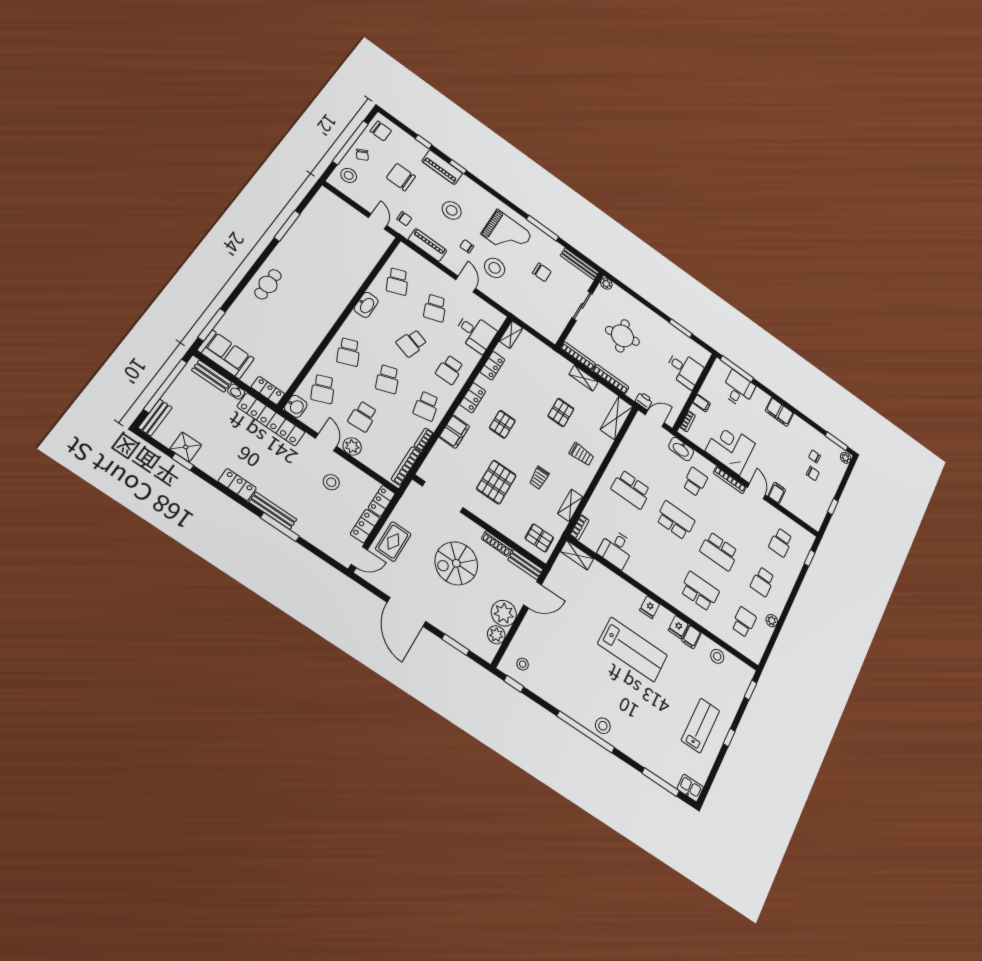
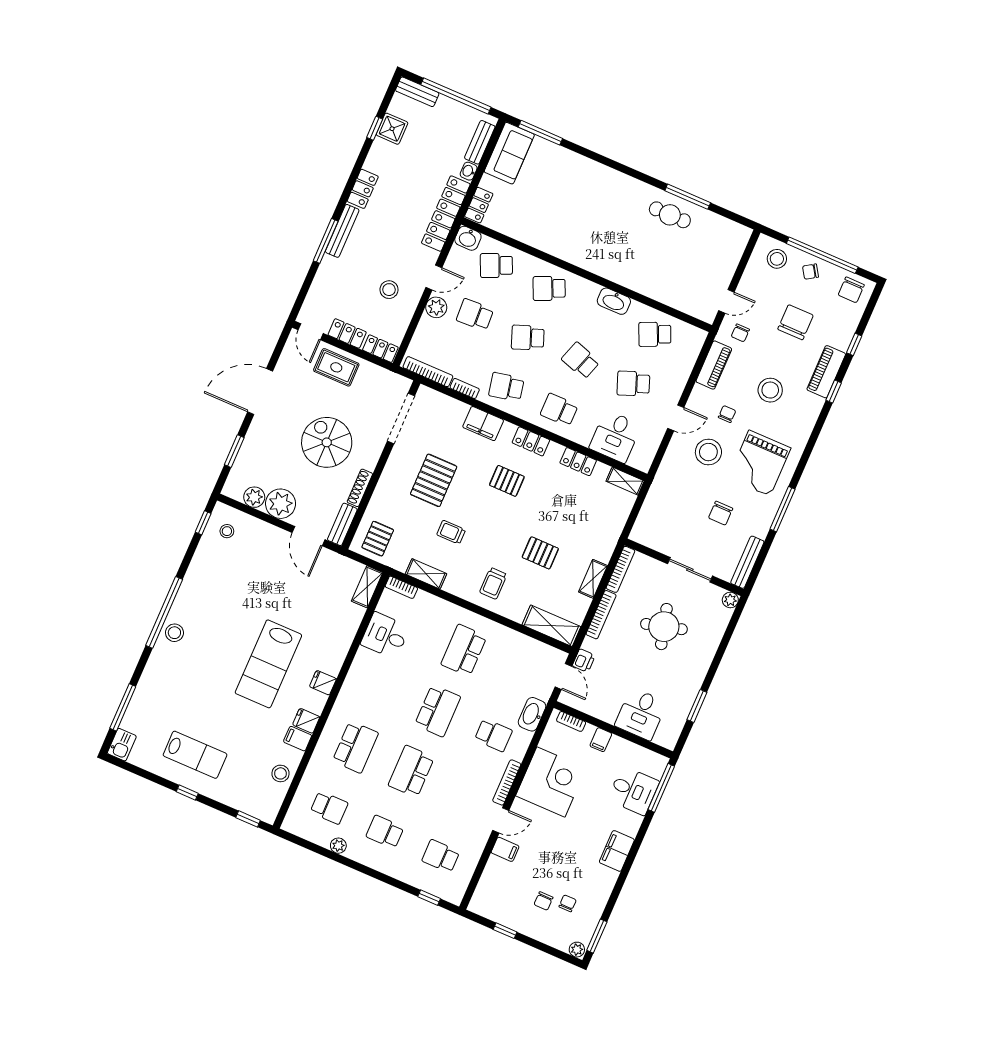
cafe table: (268, 284) -> (670, 215), moved
pallet: (496, 482) -> (434, 480), turned 90

